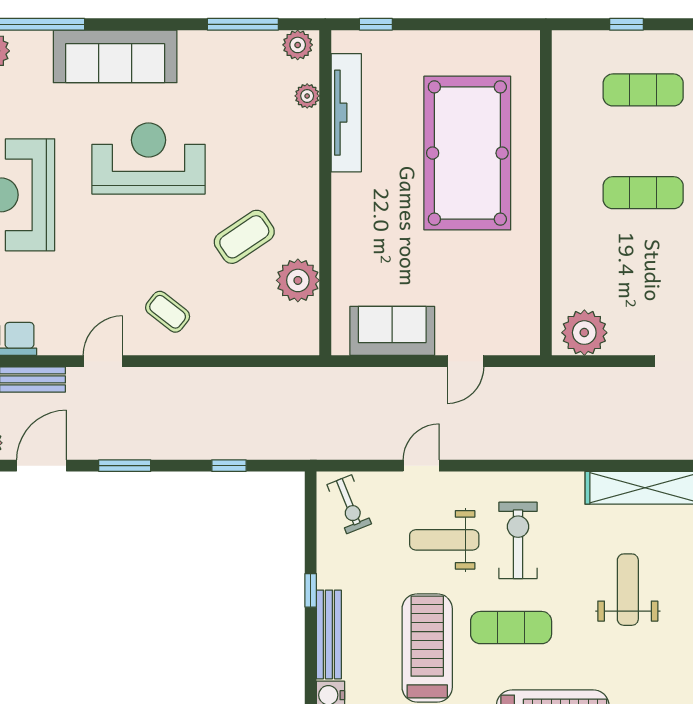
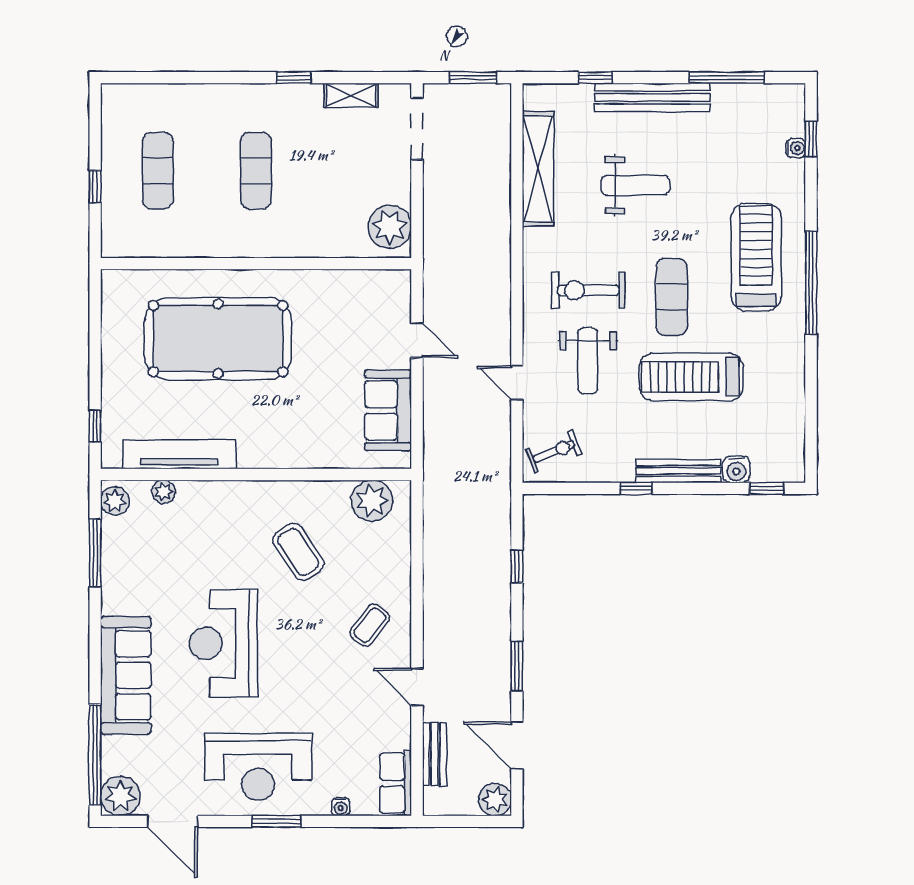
plant: (298, 280) -> (372, 501), moved
weight bench: (628, 590) -> (635, 185), turned 180

